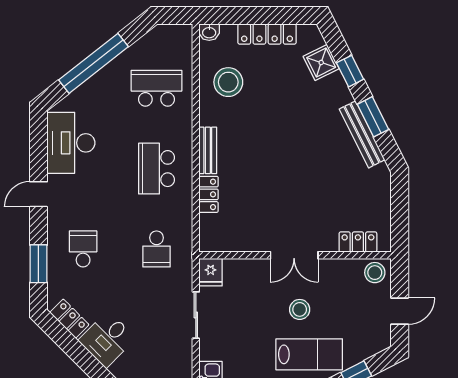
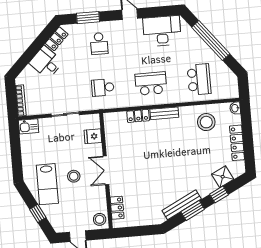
school desk: (83, 249) -> (99, 44), turned 90
fridge: (211, 272) -> (93, 136), moved

